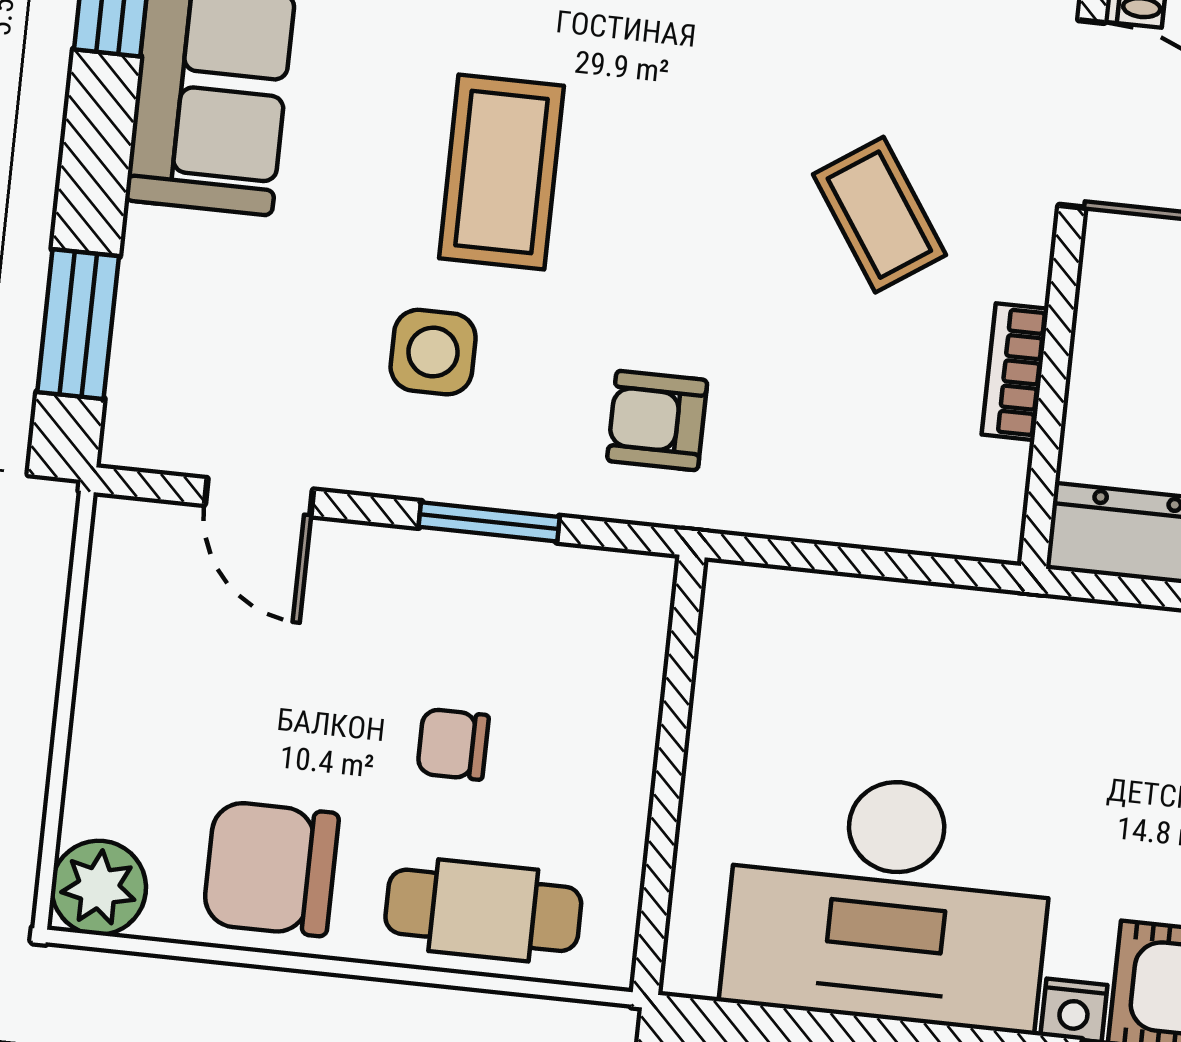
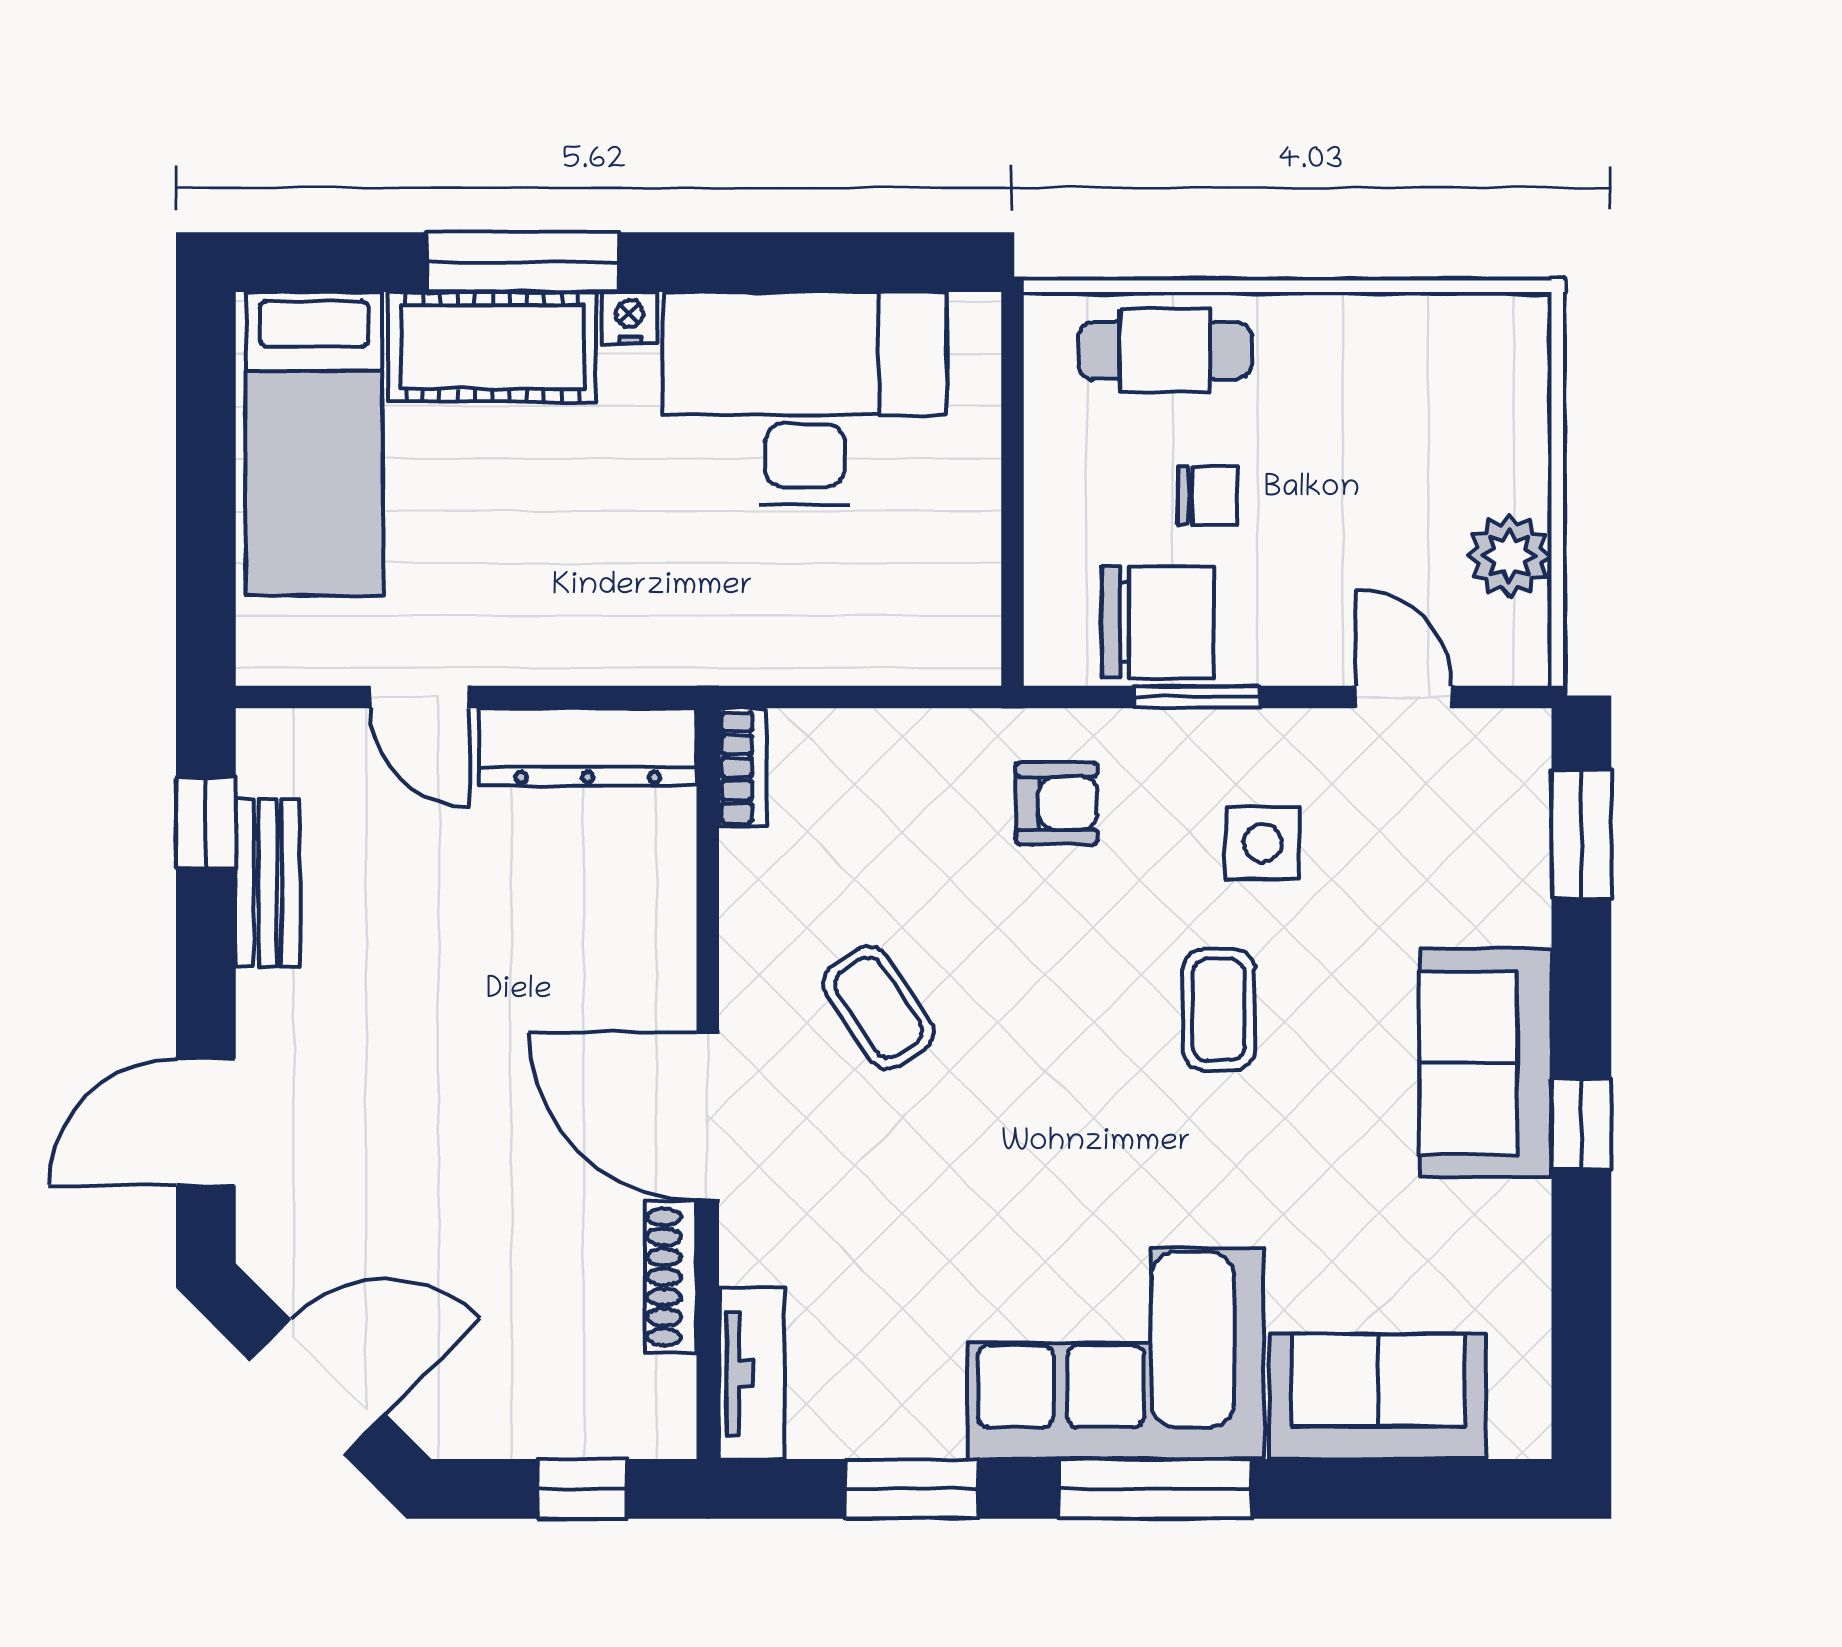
coffee table: (501, 172) -> (1219, 1010), width x0.73, depth x0.77
bookcase: (1015, 372) -> (743, 767), moved
chair: (271, 869) -> (1158, 622), moved
plant: (99, 888) -> (1509, 556), moved

